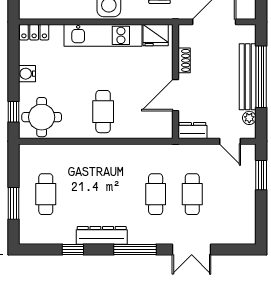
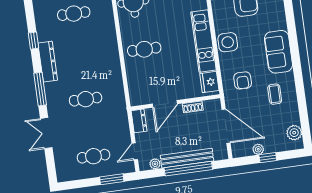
door: (175, 95) -> (165, 104), swing flipped
cafe table: (192, 194) -> (93, 156), moved

